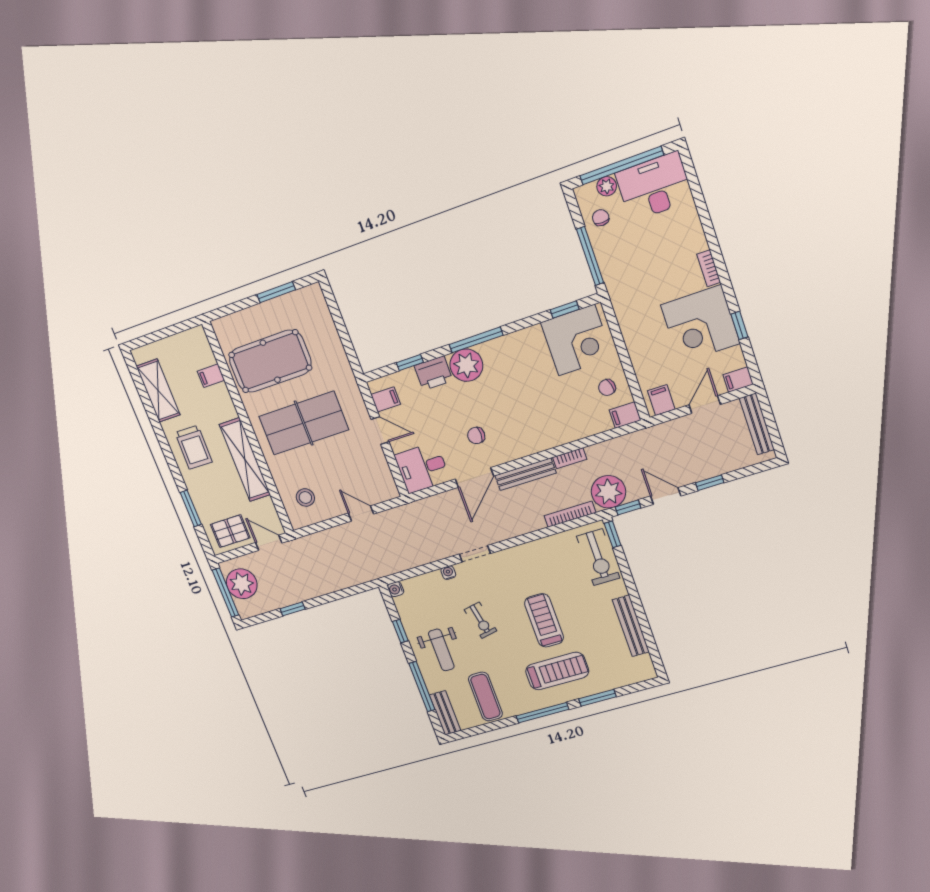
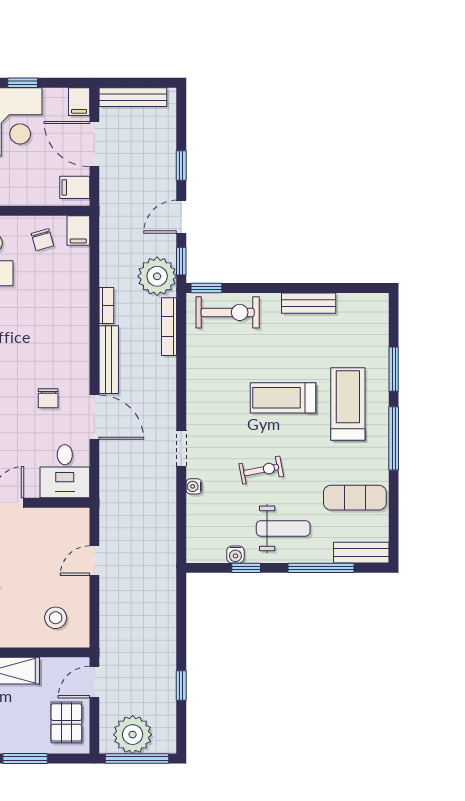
door: (705, 405) -> (94, 144), width x1.37
water cooler: (396, 589) -> (235, 554), moved
bench: (631, 626) -> (309, 303), width x0.73

